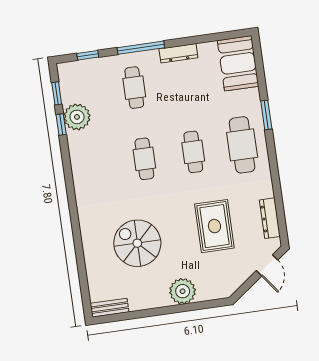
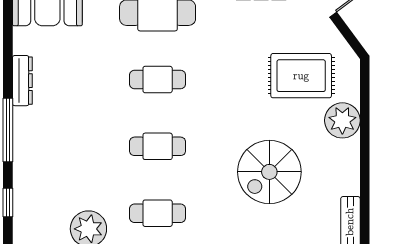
cafe table: (134, 88) -> (158, 213), moved
rug: (214, 226) -> (301, 76), moved

